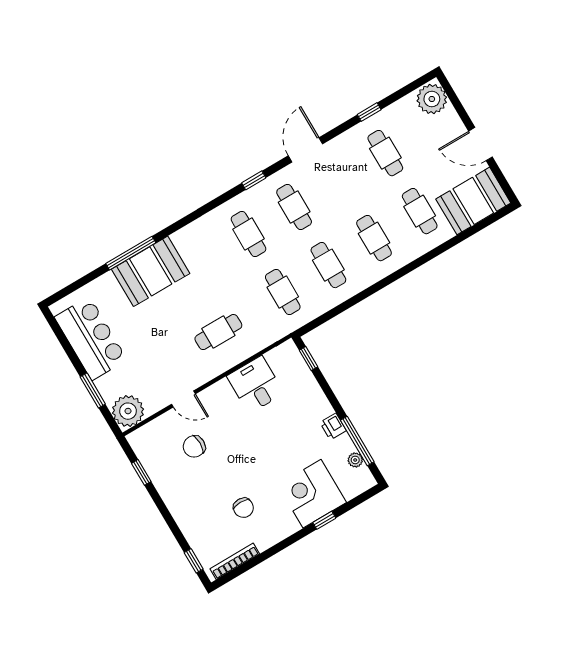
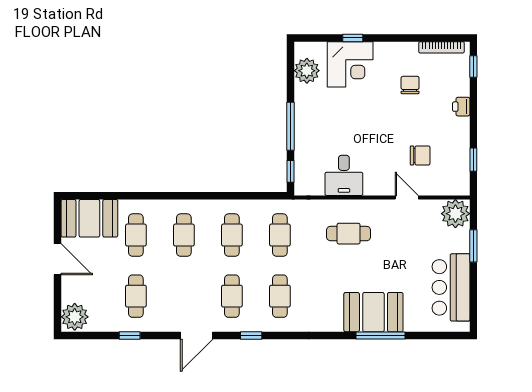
printer: (333, 427) -> (461, 107), moved, turned 180
window: (357, 441) -> (291, 126), moved
plant: (355, 460) -> (307, 71), width x1.88, depth x1.88

